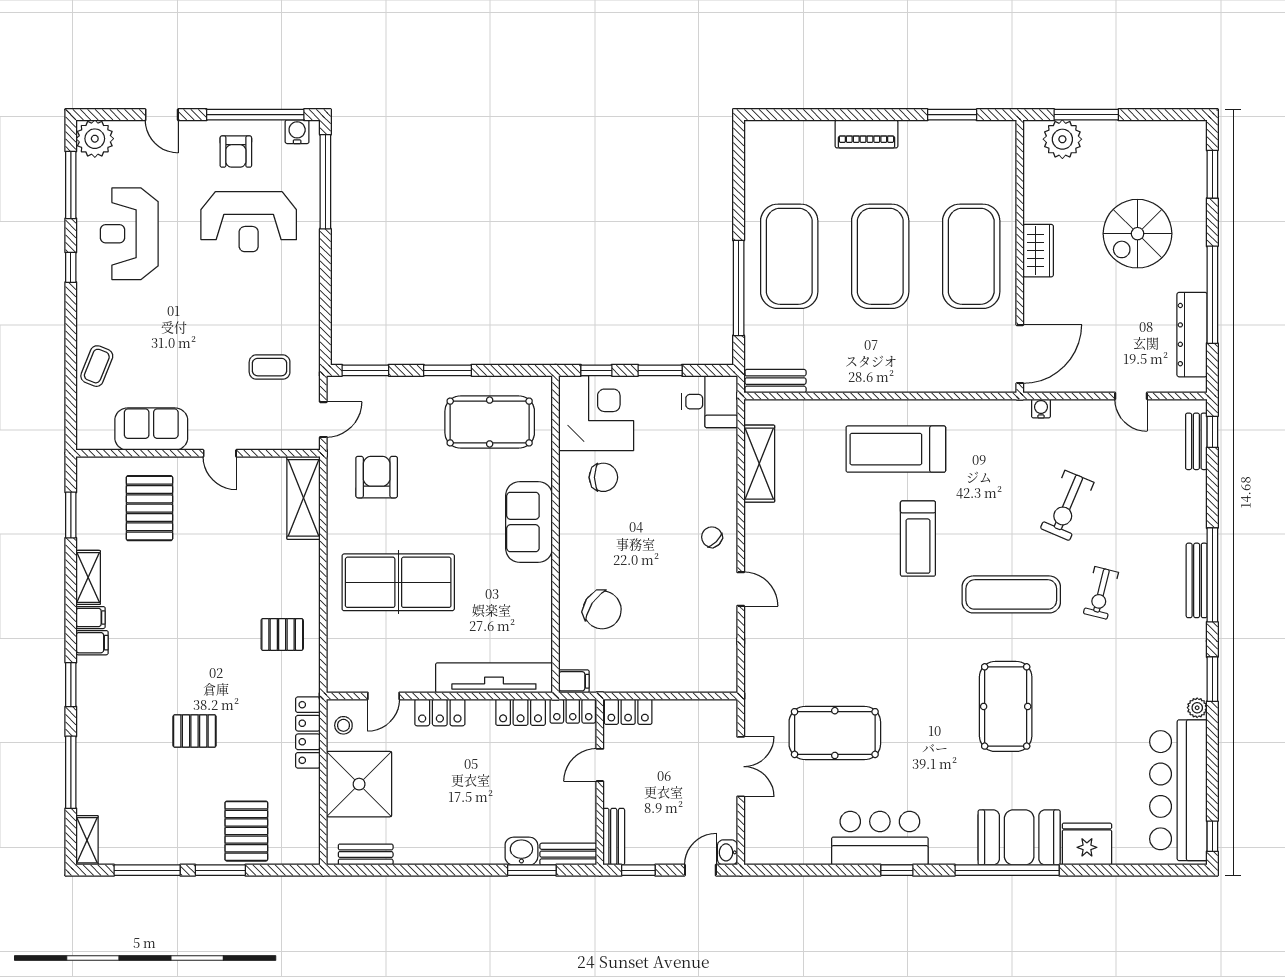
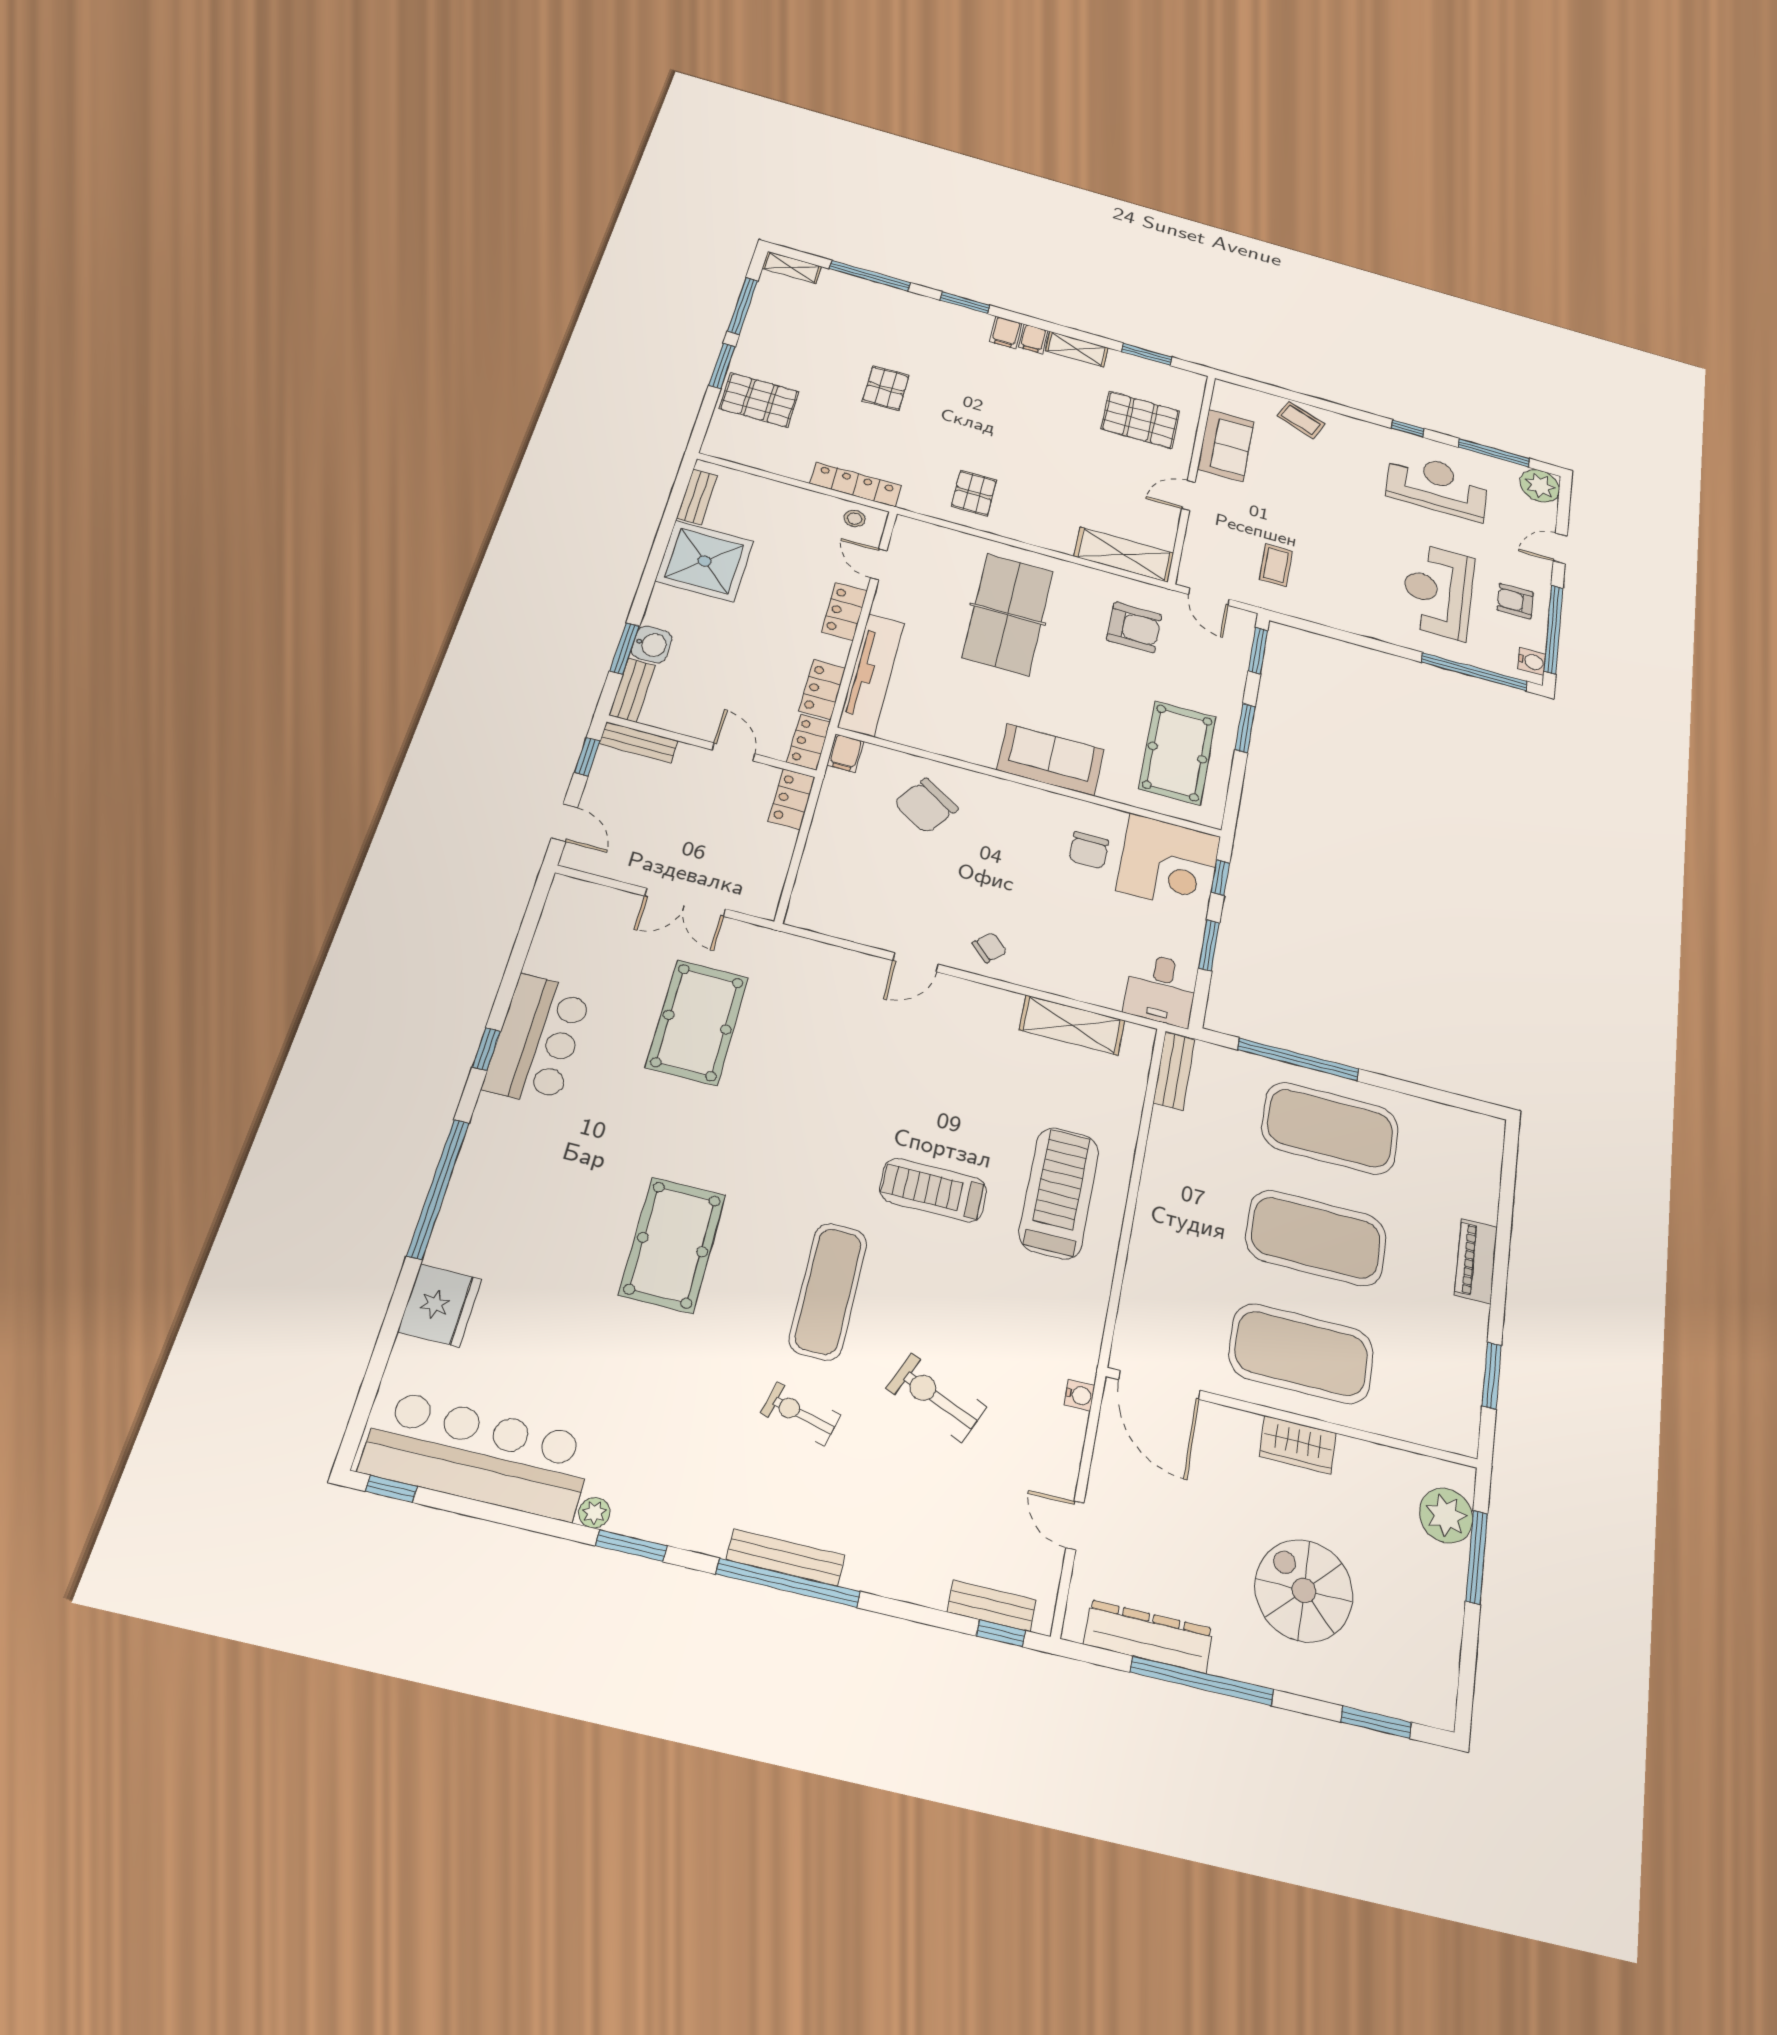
door: (1131, 396) -> (1075, 1525), hinge flipped
pool table: (1006, 706) -> (672, 1245), turned 90
shower: (359, 784) -> (704, 561), moved
booth: (1019, 837) -> (480, 1216), removed
washbasin: (727, 852) -> (577, 858), removed

